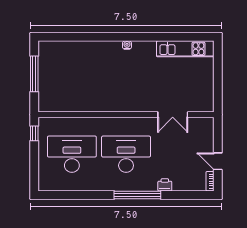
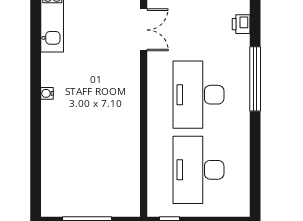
printer: (165, 185) -> (241, 24), moved

